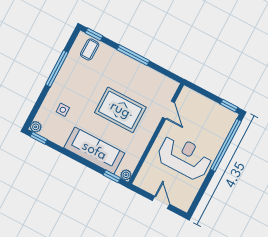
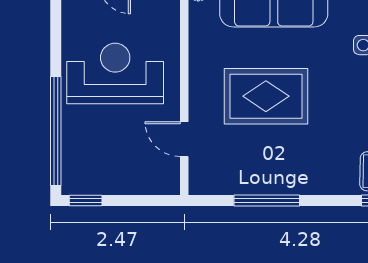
window: (133, 55) -> (267, 201), moved
reception desk: (184, 157) -> (115, 73), turned 180

